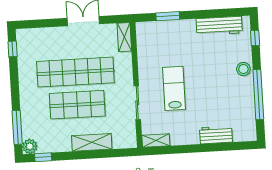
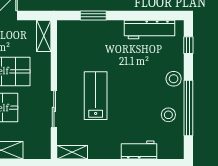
stool: (241, 102) -> (168, 115), added

